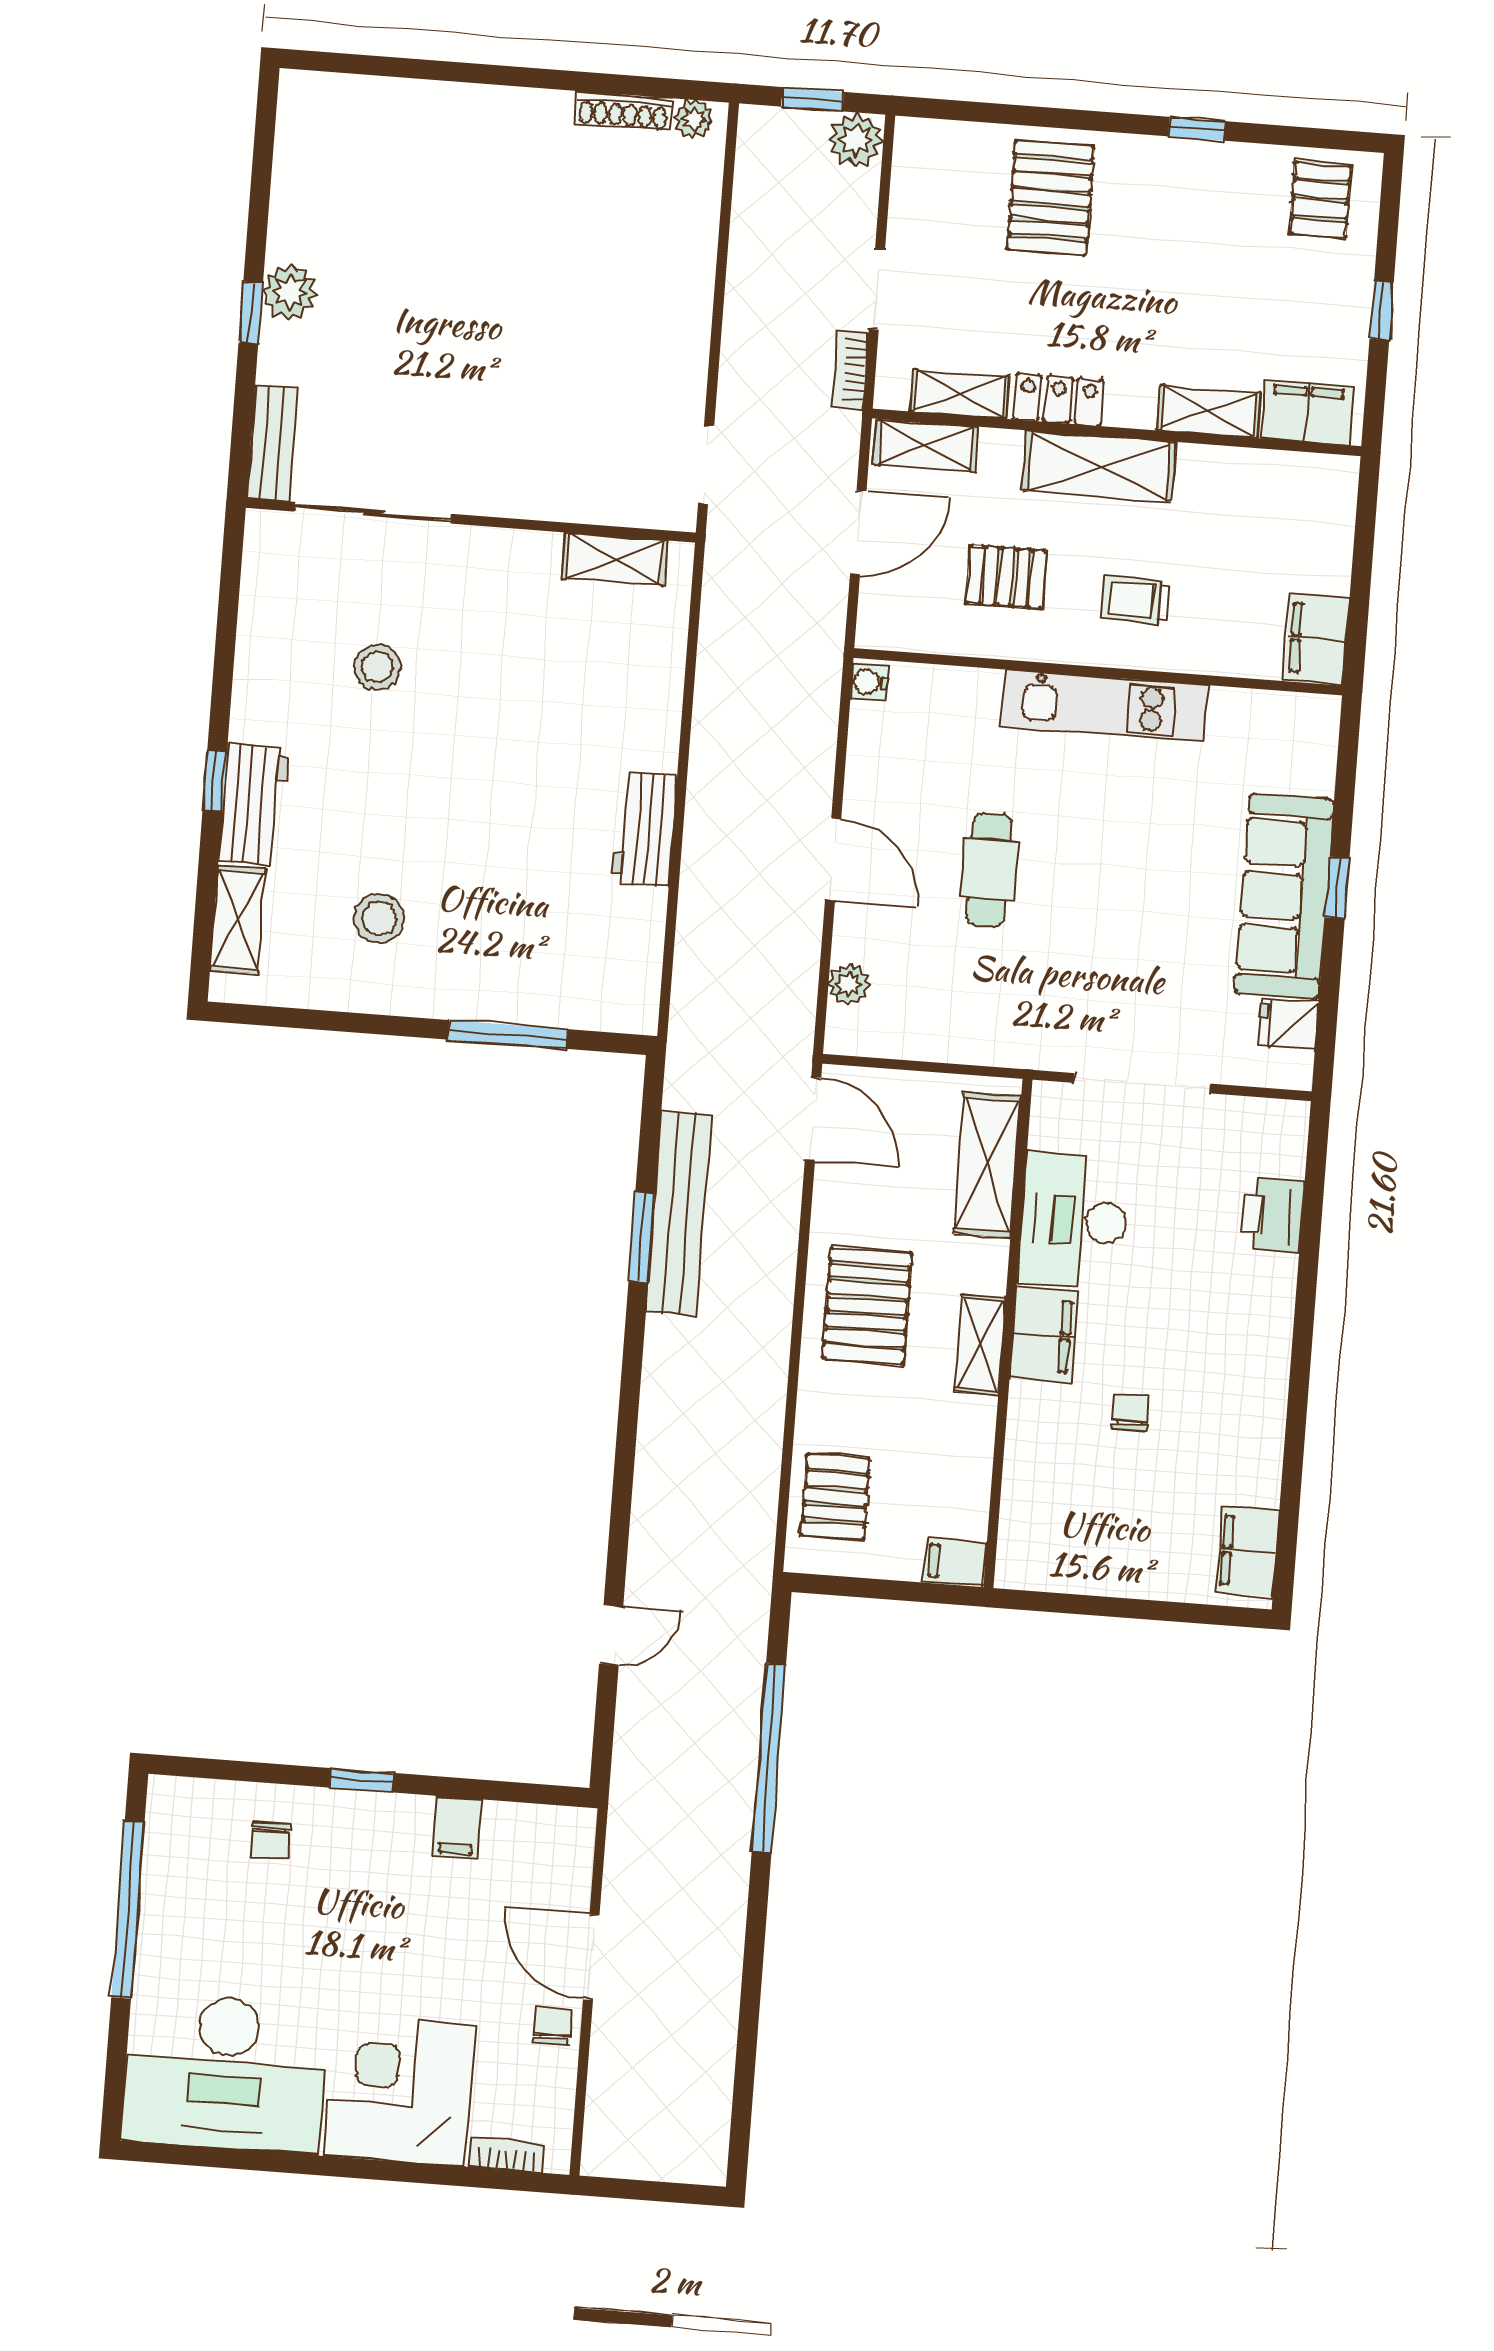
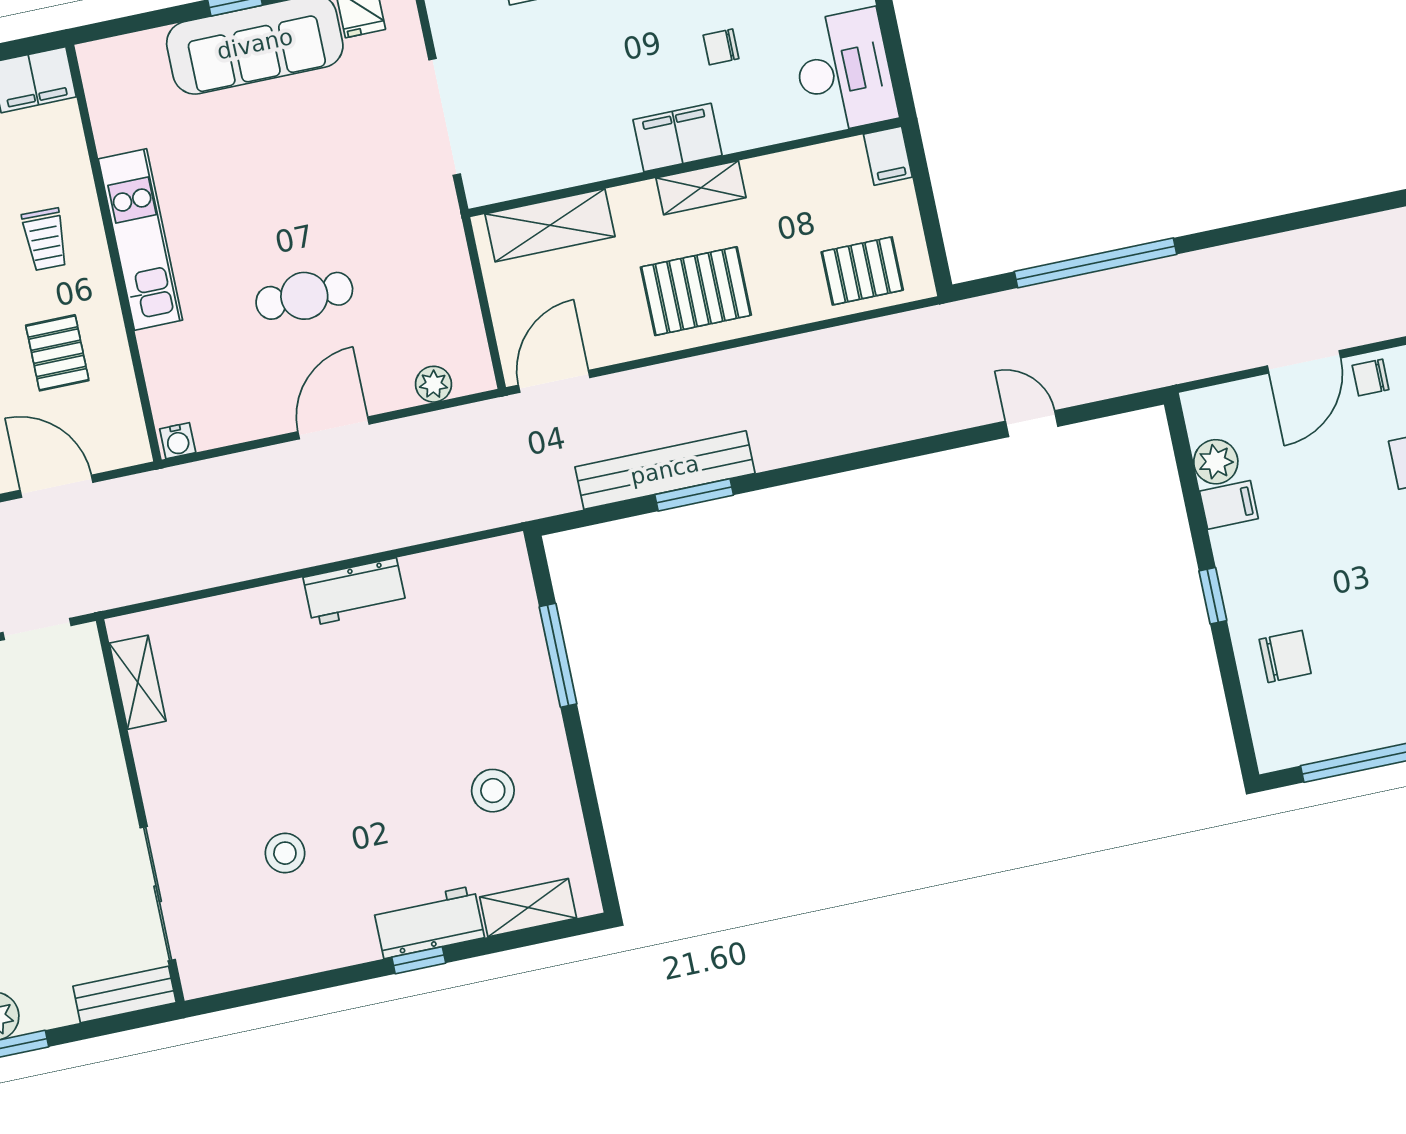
desk: (1074, 1221) -> (844, 71), moved, turned -90
plant: (509, 1827) -> (1216, 462), added
chair: (271, 1841) -> (1285, 656), width x1.37, depth x1.37

